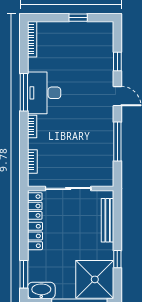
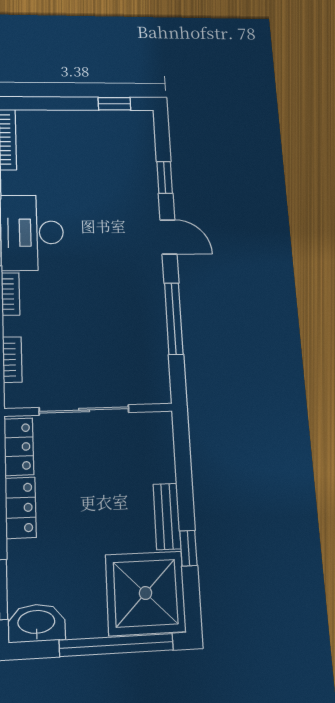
window: (78, 18) -> (114, 104), moved
bench: (108, 220) -> (167, 516), moved, width x0.73

